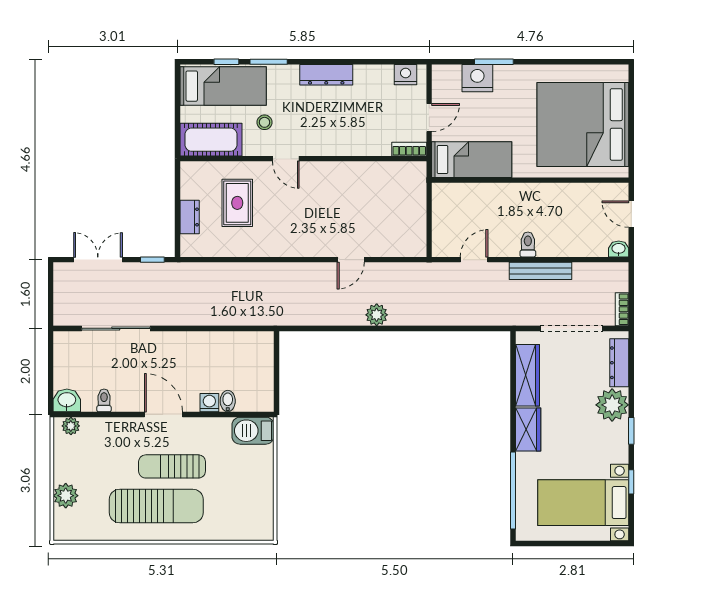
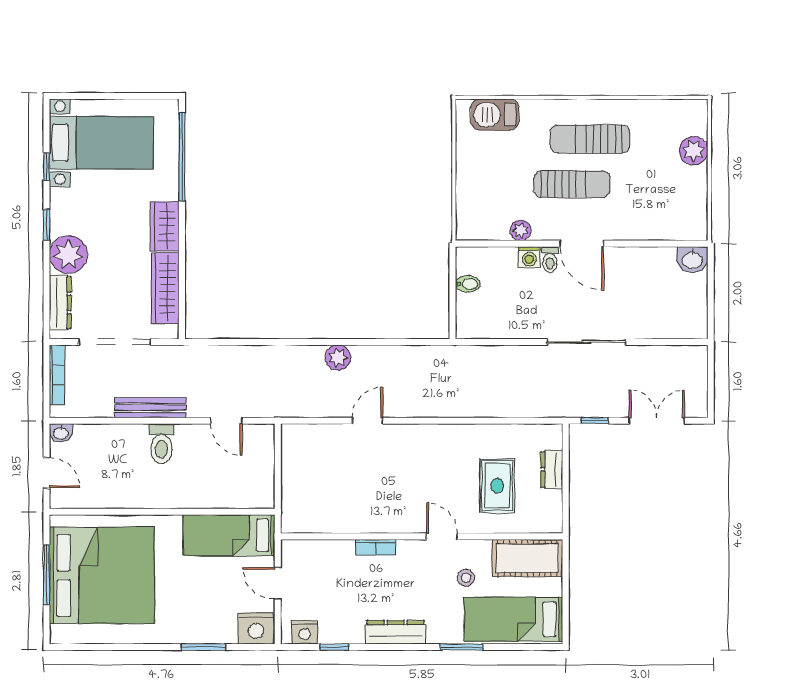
window: (226, 62) -> (334, 647), moved
nightstand: (477, 78) -> (256, 628), moved
door: (429, 118) -> (278, 583), hinge flipped
window: (631, 125) -> (47, 575), added
bookcase: (409, 149) -> (376, 547), moved
toilet: (528, 244) -> (162, 444), width x1.37, depth x1.39
double door: (98, 260) -> (657, 421), swing flipped
door: (474, 260) -> (226, 421), hinge flipped
bookcase: (622, 309) -> (57, 375), width x1.56
sliding door: (116, 328) -> (586, 342), moved
toilet: (104, 400) -> (550, 260), moved
bidet: (228, 401) -> (468, 284), moved, turned -90
plant: (71, 426) -> (521, 230), moved
barbecue: (253, 431) -> (495, 115), moved, turned 180
sun lounger: (156, 506) -> (590, 139), width x0.73, depth x0.75

